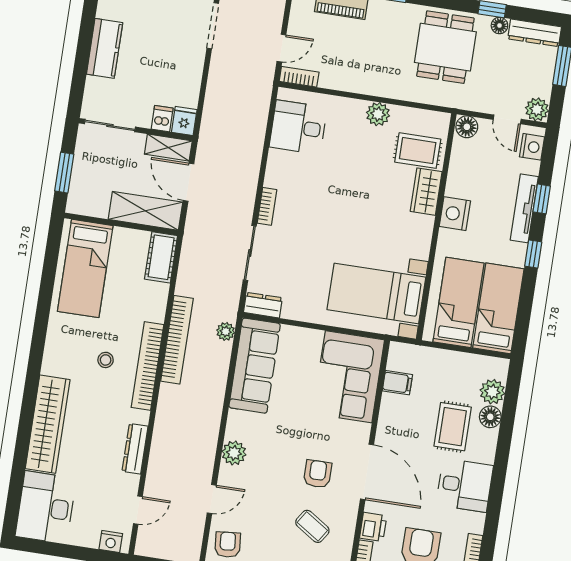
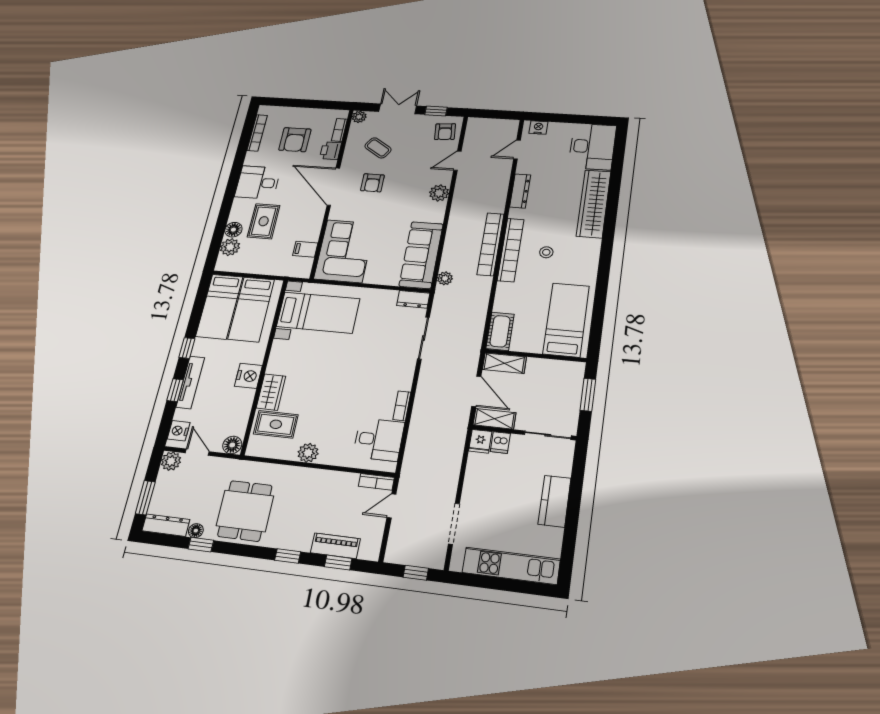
bookcase: (267, 206) -> (402, 406), moved
shelving: (145, 211) -> (504, 363), width x0.67, depth x0.75
bookcase: (177, 340) -> (491, 244), moved

